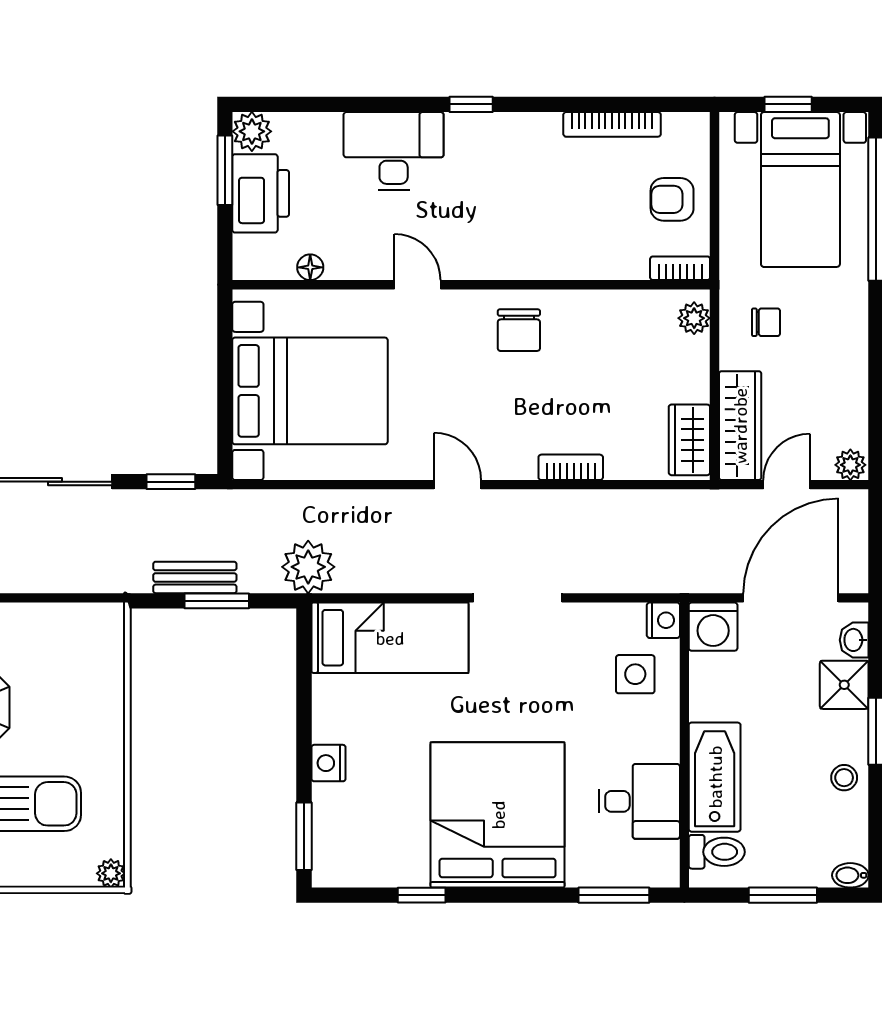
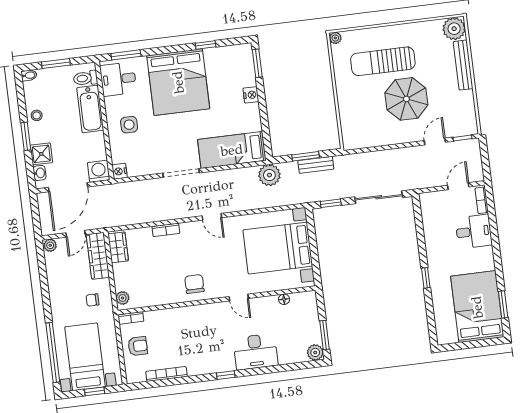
printer: (261, 193) -> (308, 327), removed
side table: (635, 674) -> (129, 125), moved
desk: (639, 801) -> (118, 79), moved

